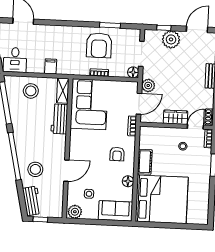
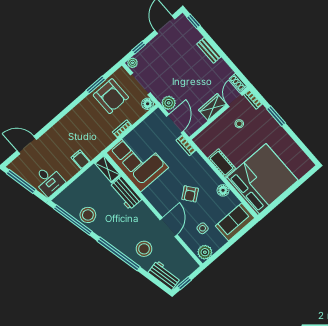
plant: (171, 39) -> (132, 63), moved, width x0.53, depth x0.53
armchair: (99, 45) -> (111, 96), moved
stool: (31, 91) -> (88, 215), moved
armchair: (117, 154) -> (190, 194), moved, turned 52

